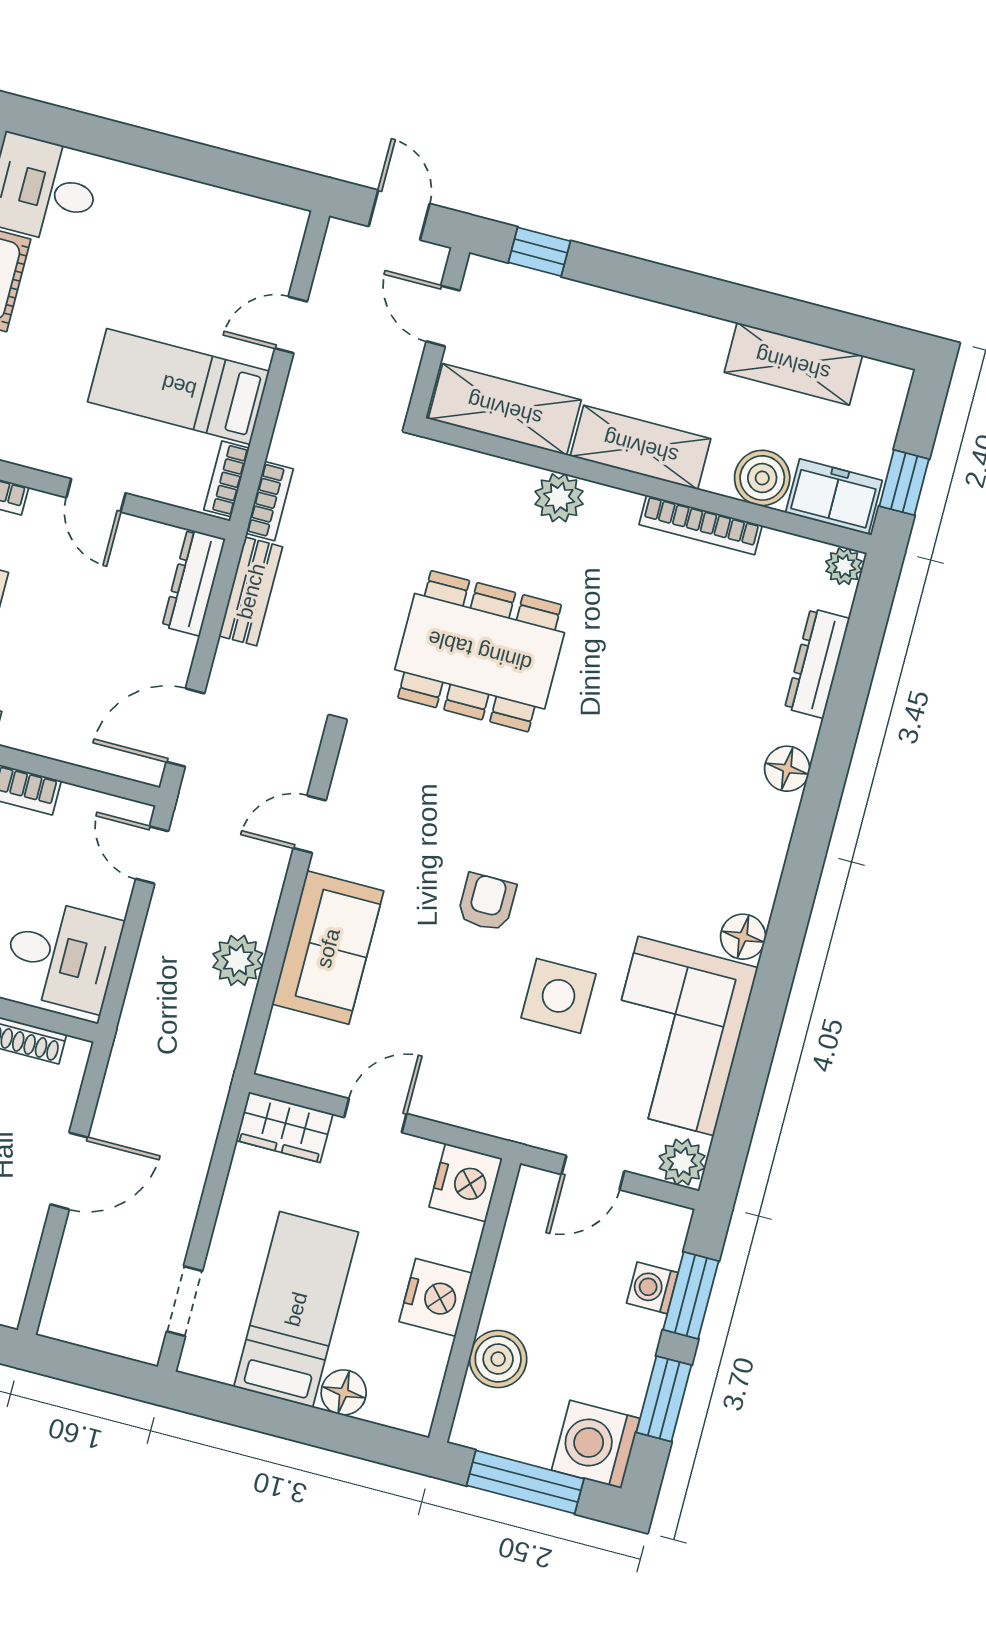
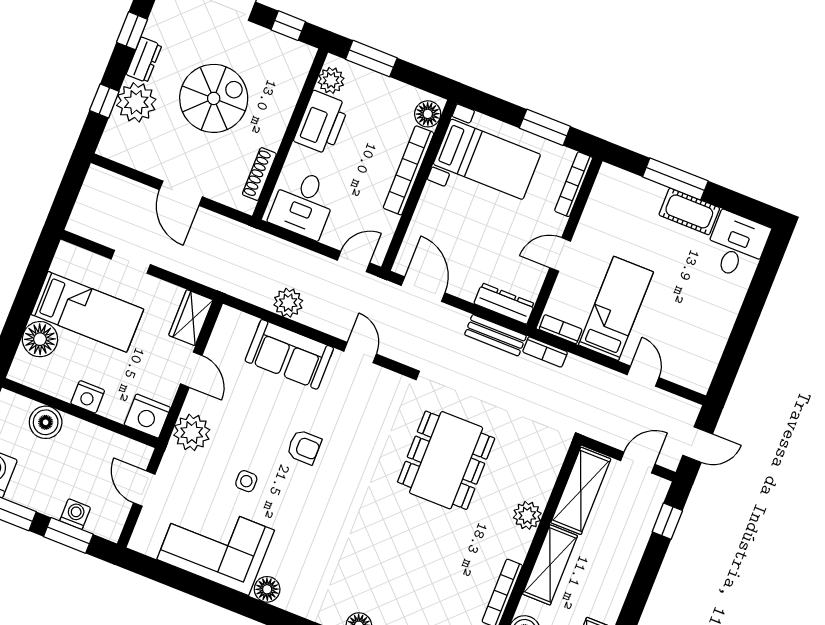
side table: (558, 996) -> (246, 481), width x0.54, depth x0.54
plant: (682, 1162) -> (192, 432), moved, width x1.36, depth x1.36
nightstand: (436, 1297) -> (88, 397), width x0.74, depth x0.75
doorway: (185, 1301) -> (131, 262), moved
floor lamp: (344, 1392) -> (40, 339), width x1.38, depth x1.38

